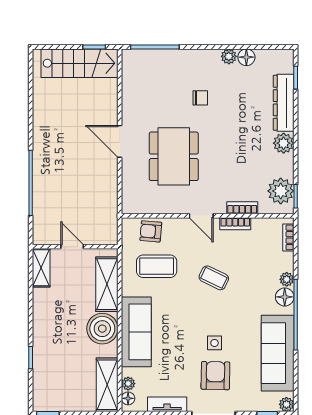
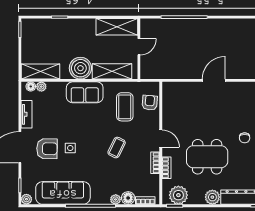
dining table: (174, 156) -> (207, 157), moved
door: (201, 216) -> (161, 139), swing flipped
shelving: (41, 268) -> (117, 27), width x1.50, depth x1.33
floor lamp: (285, 297) -> (128, 198), moved
sofa: (136, 332) -> (85, 92), width x0.73

